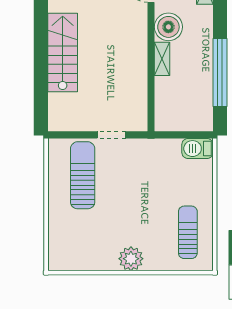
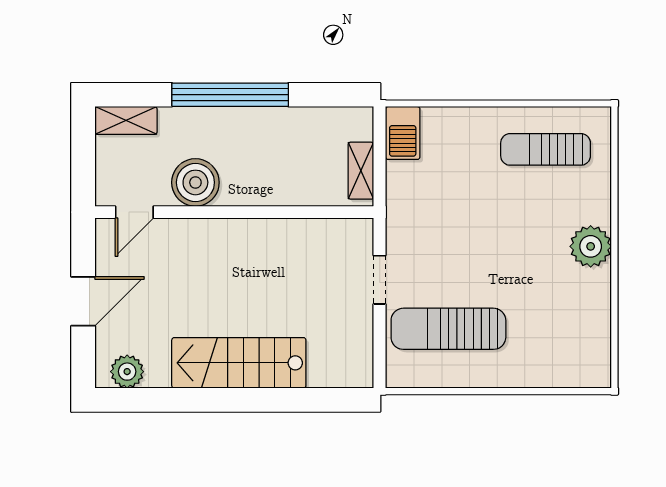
shelving: (162, 59) -> (361, 171), moved, turned 90
window: (220, 72) -> (230, 95), moved

